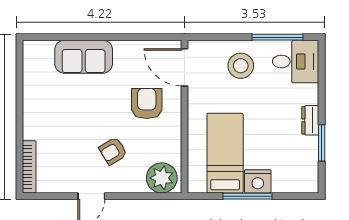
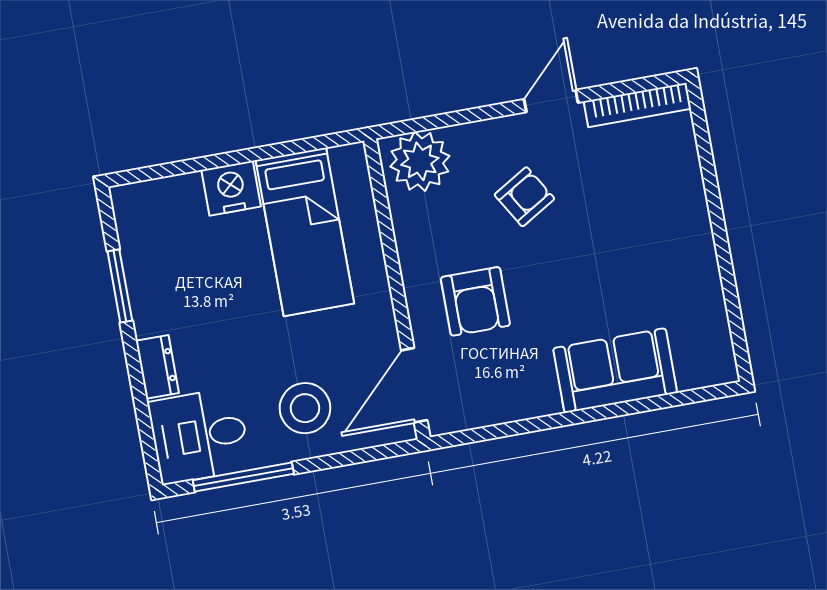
door: (185, 67) -> (414, 385), swing flipped
dresser: (310, 120) -> (157, 367), moved
bookcase: (29, 167) -> (637, 105), moved, turned -90
window: (248, 196) -> (246, 156), removed

